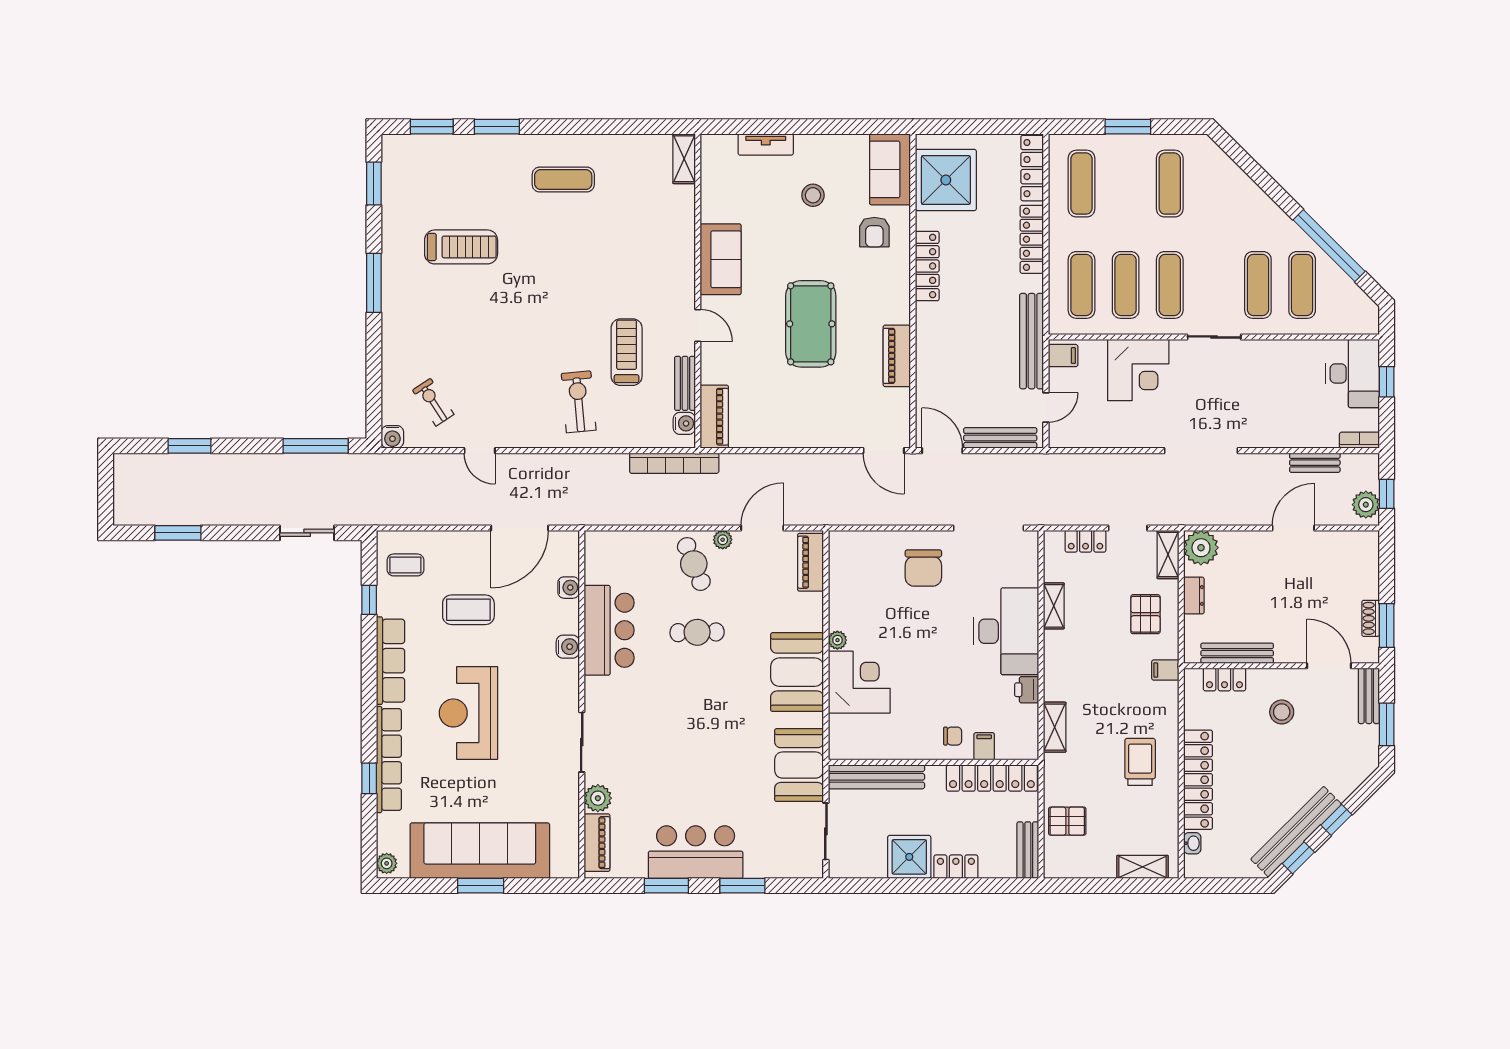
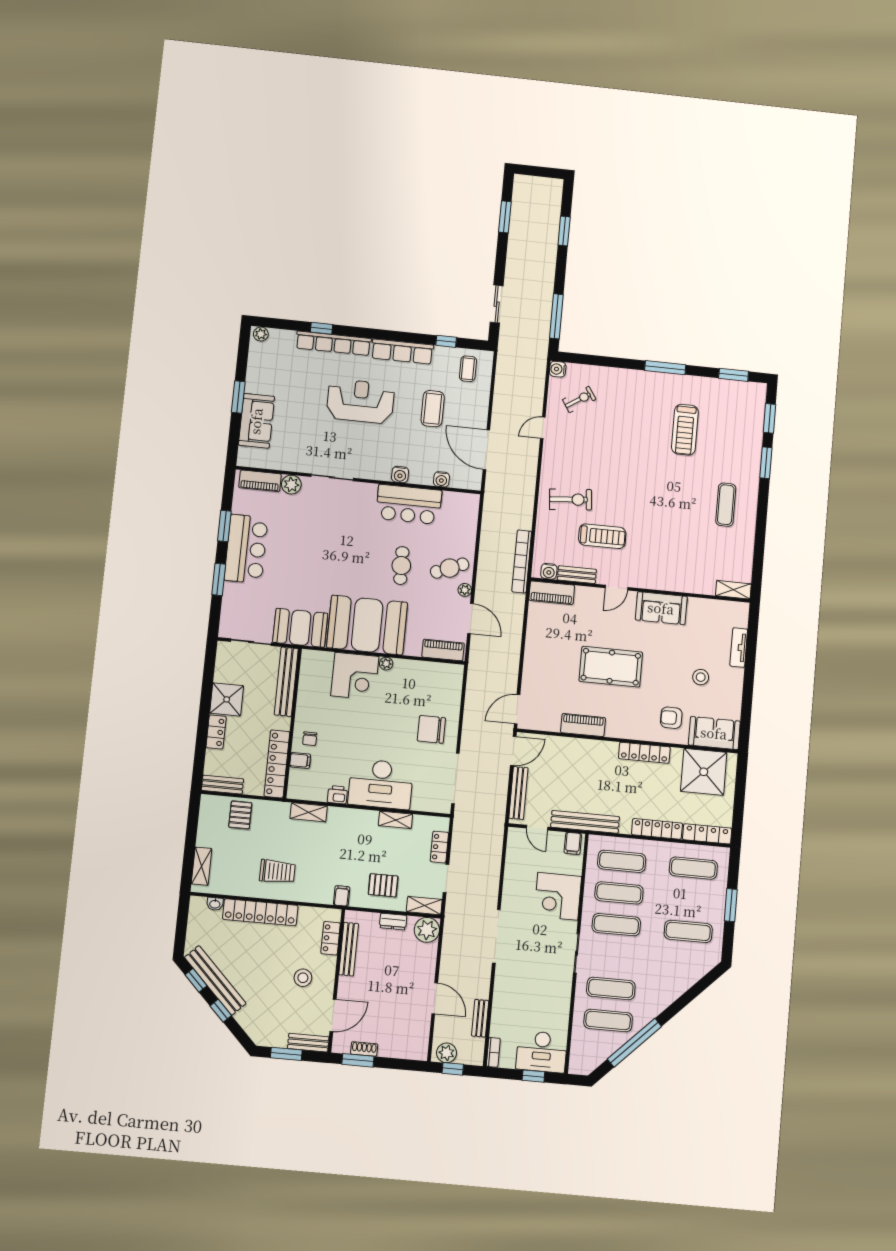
booth: (797, 672) -> (367, 625), width x1.36, depth x1.42
sofa: (480, 851) -> (256, 421), width x0.54, depth x0.79

